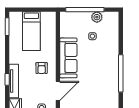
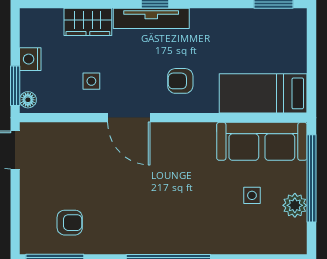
bed: (31, 31) -> (263, 93), moved
sofa: (68, 58) -> (262, 141), moved

